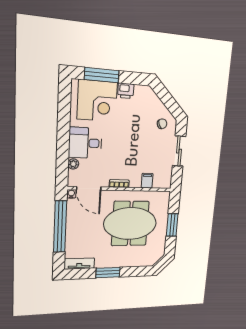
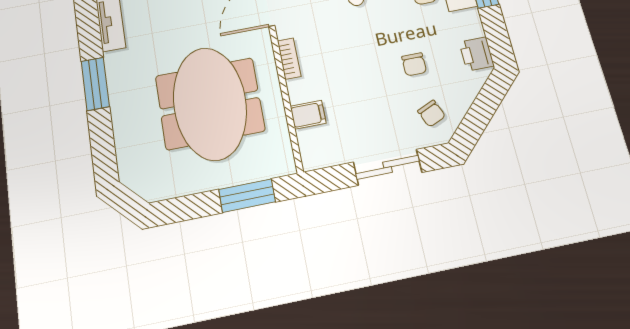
printer: (126, 91) -> (477, 54), moved
chair: (138, 125) -> (414, 64), added
window: (172, 225) -> (247, 196), moved

